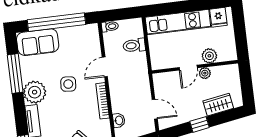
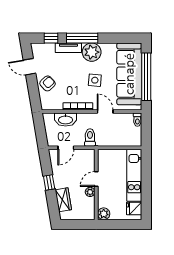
sofa: (38, 42) -> (129, 74), width x1.85, depth x1.27
toilet: (134, 45) -> (90, 137), moved
plant: (209, 56) -> (104, 214), moved
door: (188, 68) -> (96, 179), hinge flipped
window: (15, 73) -> (82, 38), moved
washbasin: (119, 120) -> (66, 120), width x1.91, depth x1.45

